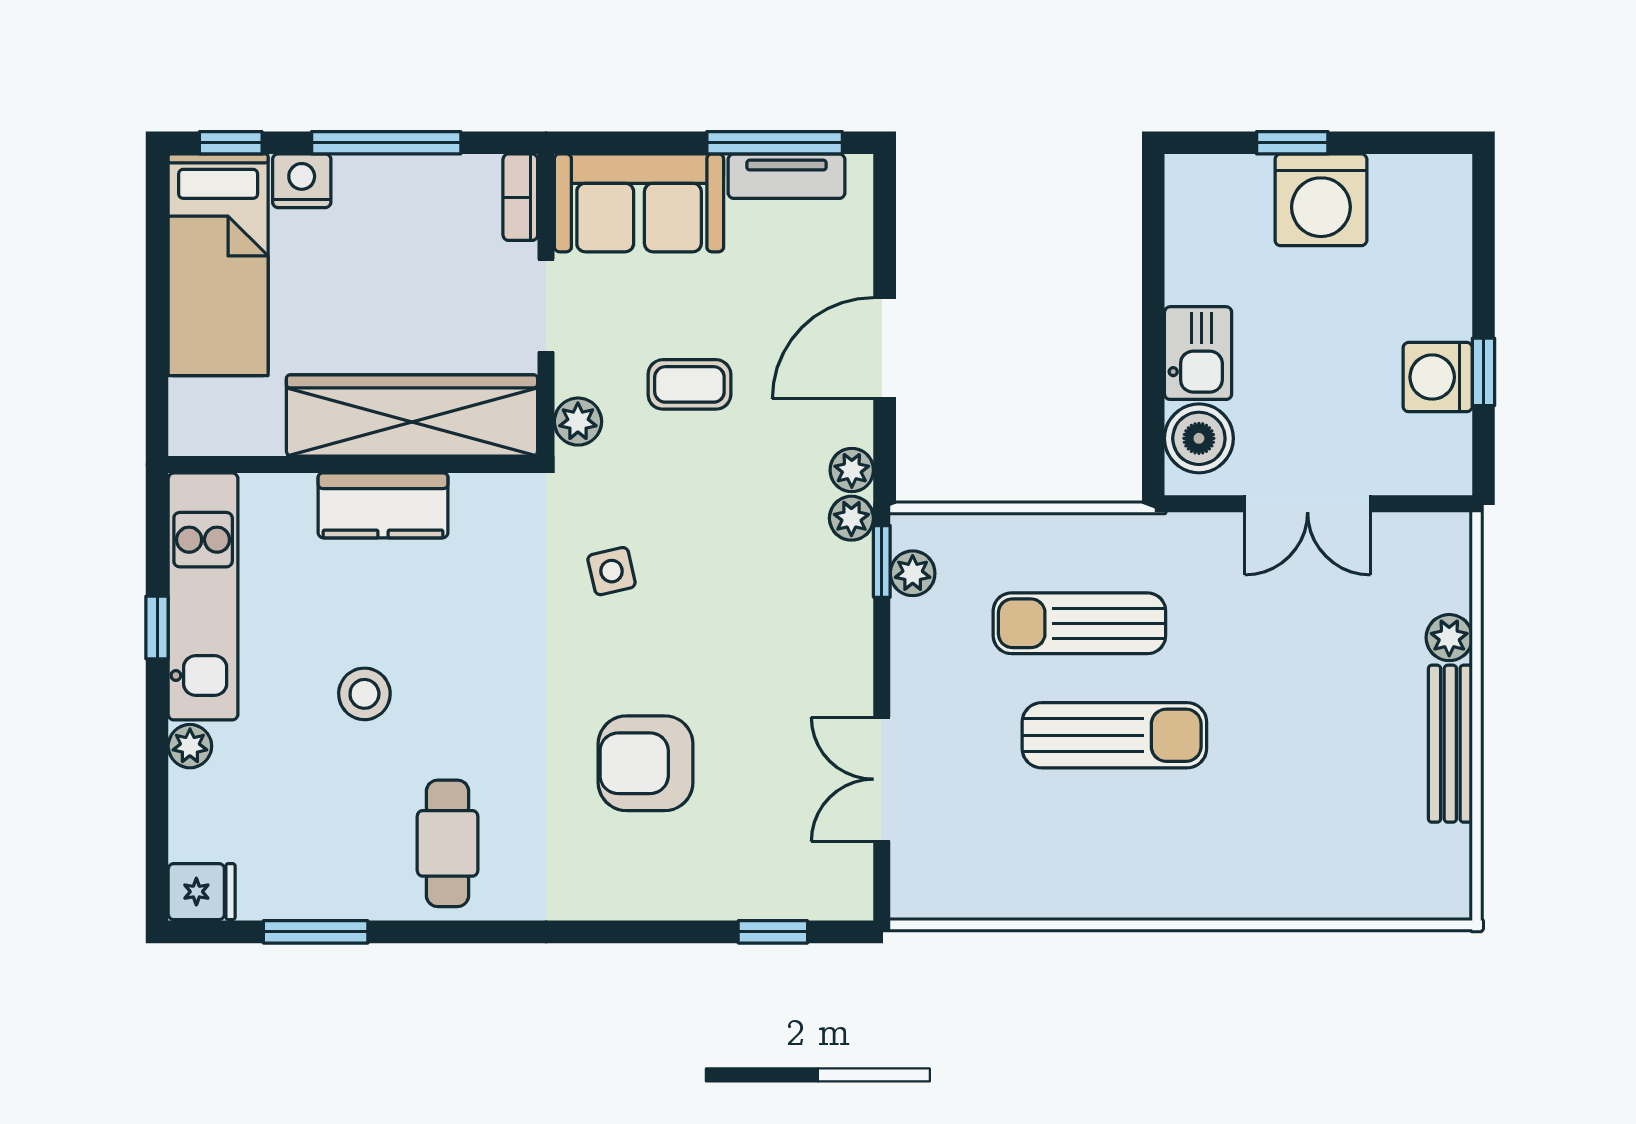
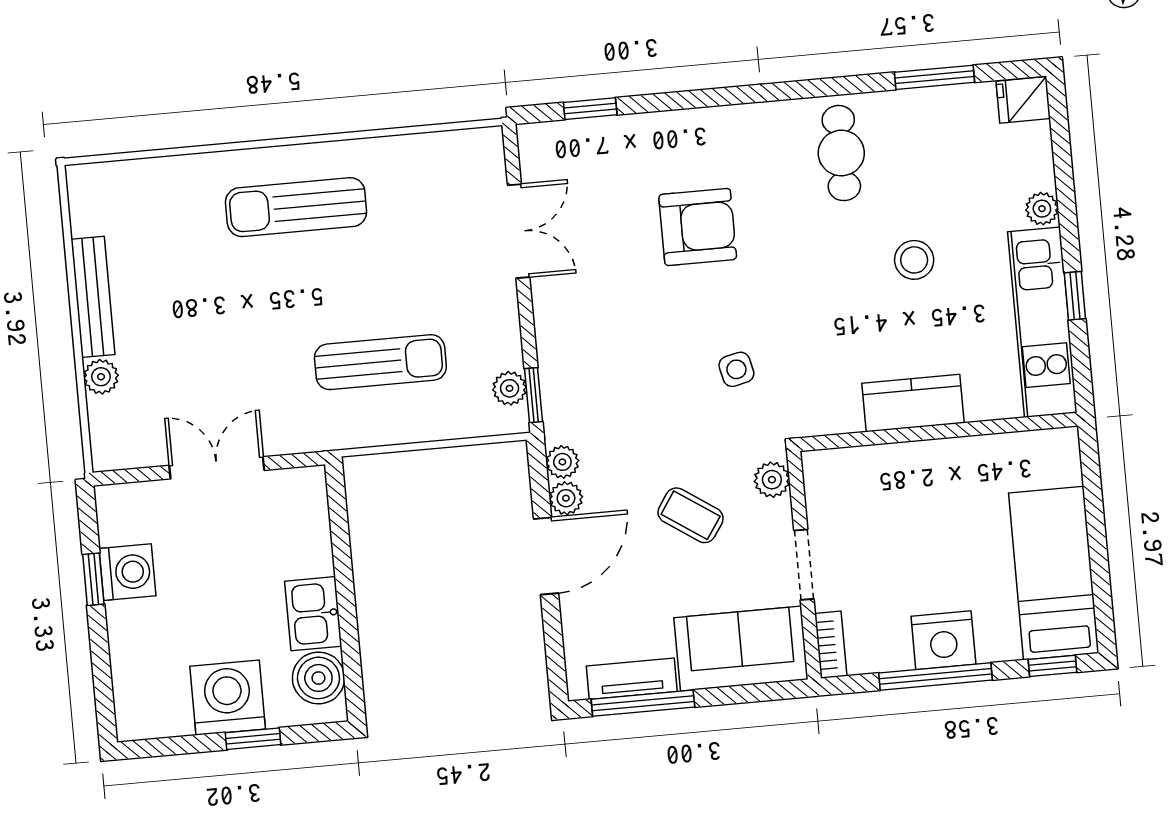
nightstand: (302, 181) -> (943, 640), moved, width x1.36, depth x1.33
kitchen sink: (1198, 353) -> (313, 614), moved
coffee table: (689, 384) -> (691, 515), turned 34
wardrobe: (412, 415) -> (897, 473), removed
boiler: (1199, 438) -> (318, 678), moved
plant: (851, 518) -> (566, 498), moved
sun lounger: (1114, 735) -> (296, 207), moved

